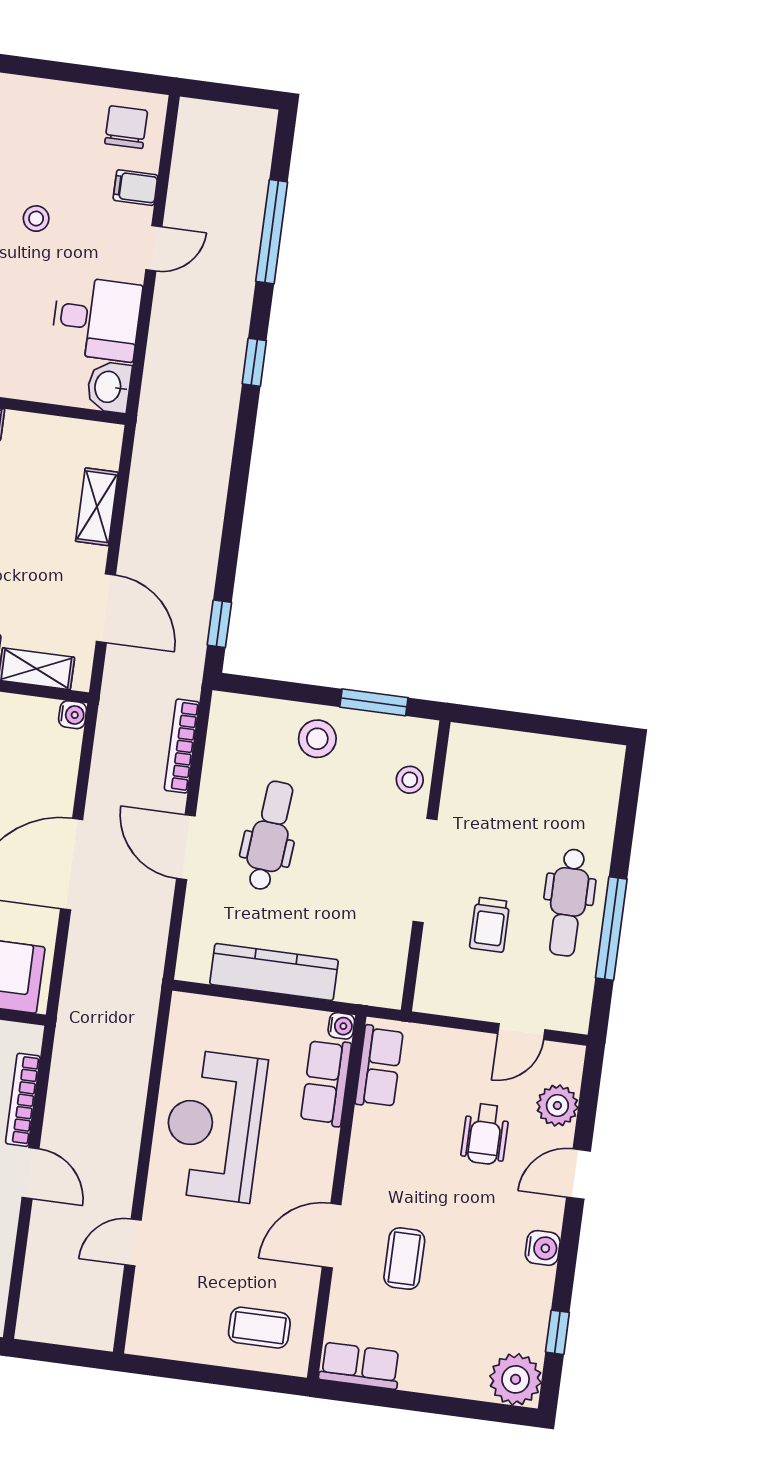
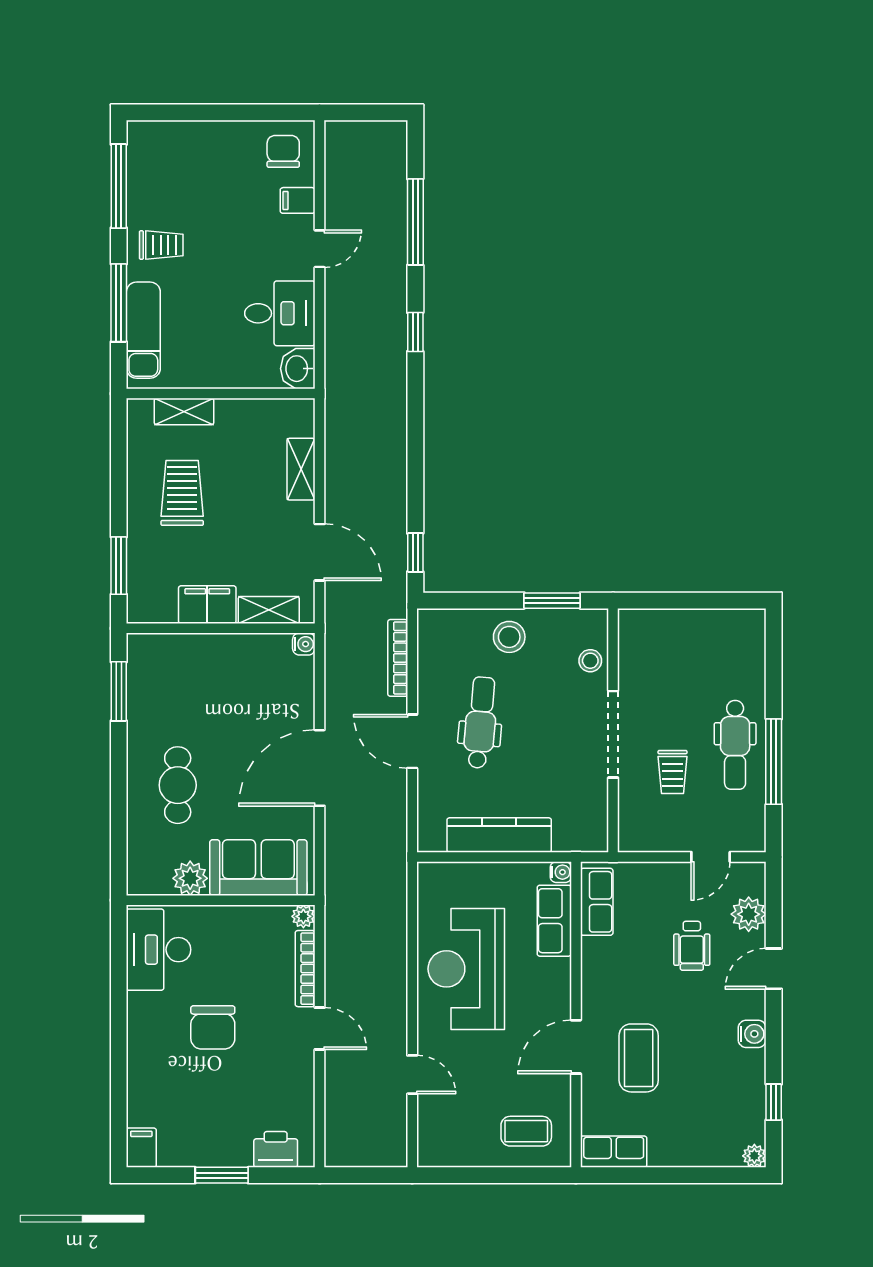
stool: (36, 219) -> (219, 237), removed
plant: (29, 1038) -> (303, 916), added
door: (133, 1242) -> (412, 1075), swing flipped
coffee table: (404, 1259) -> (639, 1058), width x1.36, depth x1.30
plant: (516, 1379) -> (754, 1156), width x0.53, depth x0.53

